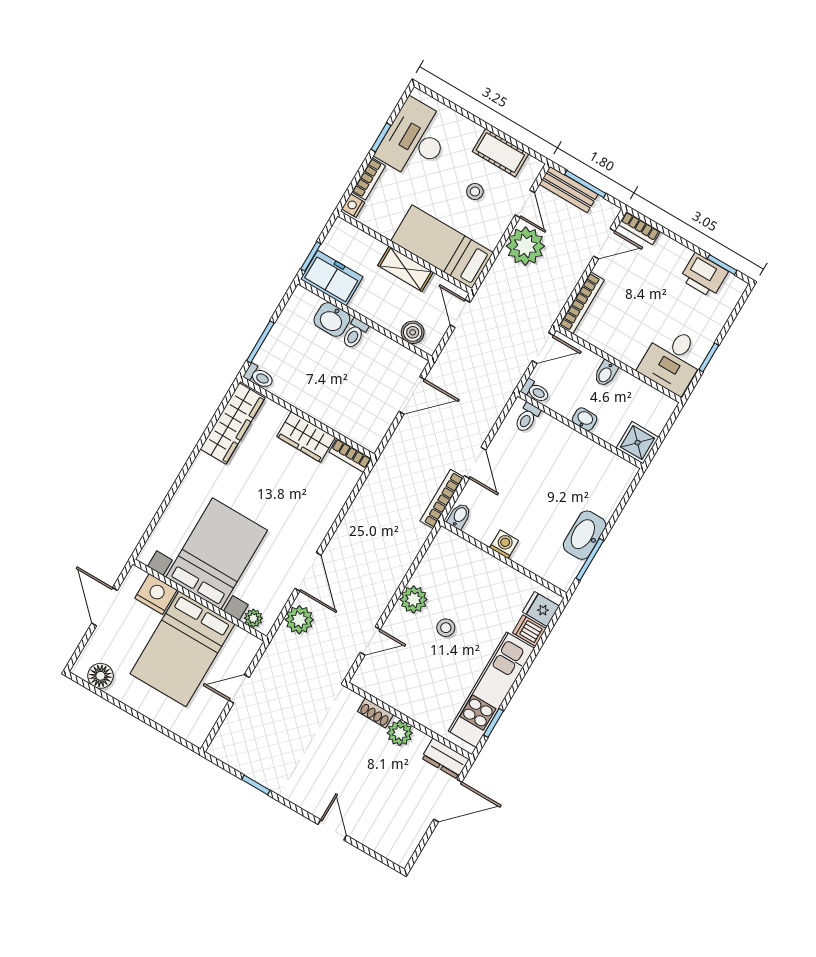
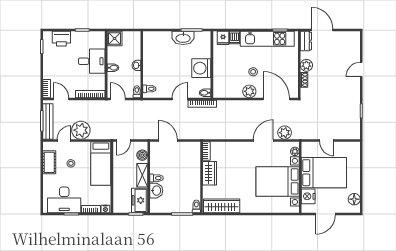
bench: (569, 189) -> (48, 121), width x1.36
shelving: (406, 269) -> (142, 175), moved
printer: (704, 275) -> (61, 39), moved, turned 90
desk: (673, 360) -> (92, 61), moved
shower: (638, 443) -> (115, 39), moved
washing machine: (504, 544) -> (201, 68), width x1.89, depth x1.89
door: (370, 641) -> (276, 99), width x1.87

